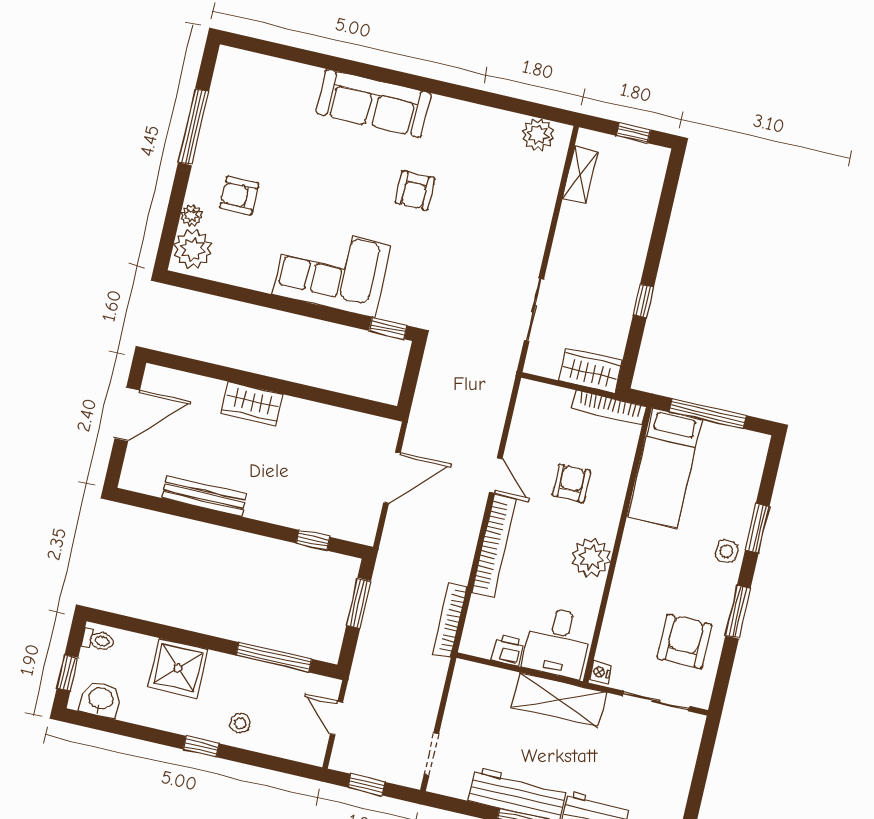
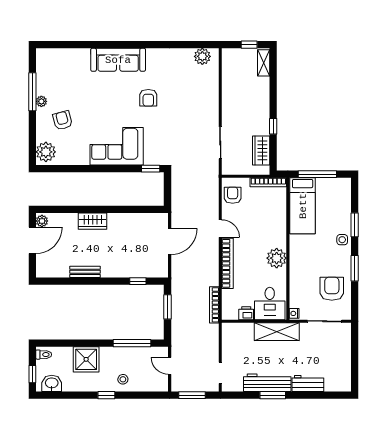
shelving: (580, 175) -> (264, 63), moved
armchair: (239, 196) -> (63, 120), turned 75
plant: (192, 215) -> (41, 101), moved
wardrobe: (590, 371) -> (261, 151), moved, turned -90
plant: (154, 381) -> (42, 221), added
armchair: (571, 483) -> (233, 195), moved
bench: (204, 496) -> (85, 272), width x0.73
window: (366, 785) -> (192, 395), width x1.50

